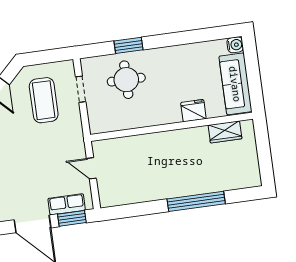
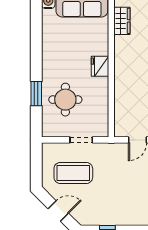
doorway: (81, 89) -> (81, 140), moved
fridge: (193, 111) -> (100, 66), moved

